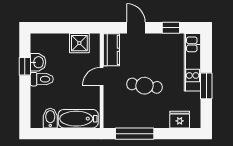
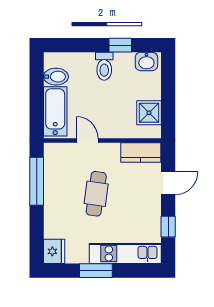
washbasin: (38, 62) -> (146, 61), moved
door: (102, 76) -> (87, 140), moved
fridge: (180, 120) -> (54, 251), moved

